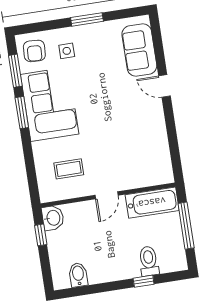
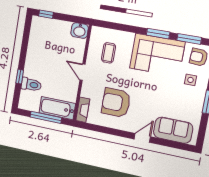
armchair: (131, 136) -> (116, 103), added
fireplace: (157, 178) -> (83, 110), added
bathtub: (152, 203) -> (57, 108), moved, turned 90
window: (41, 235) -> (46, 14), moved
bidet: (78, 275) -> (37, 35), removed

